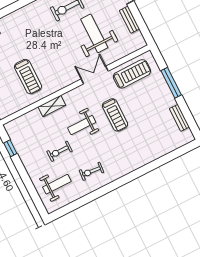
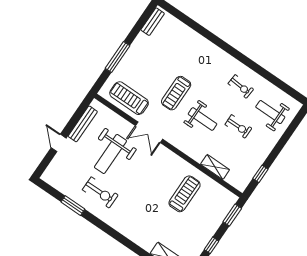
bench: (129, 20) -> (83, 124), width x1.36
shelving: (52, 106) -> (215, 167), moved
treadmill: (115, 115) -> (176, 93), turned 180
bench: (179, 118) -> (153, 22), moved

